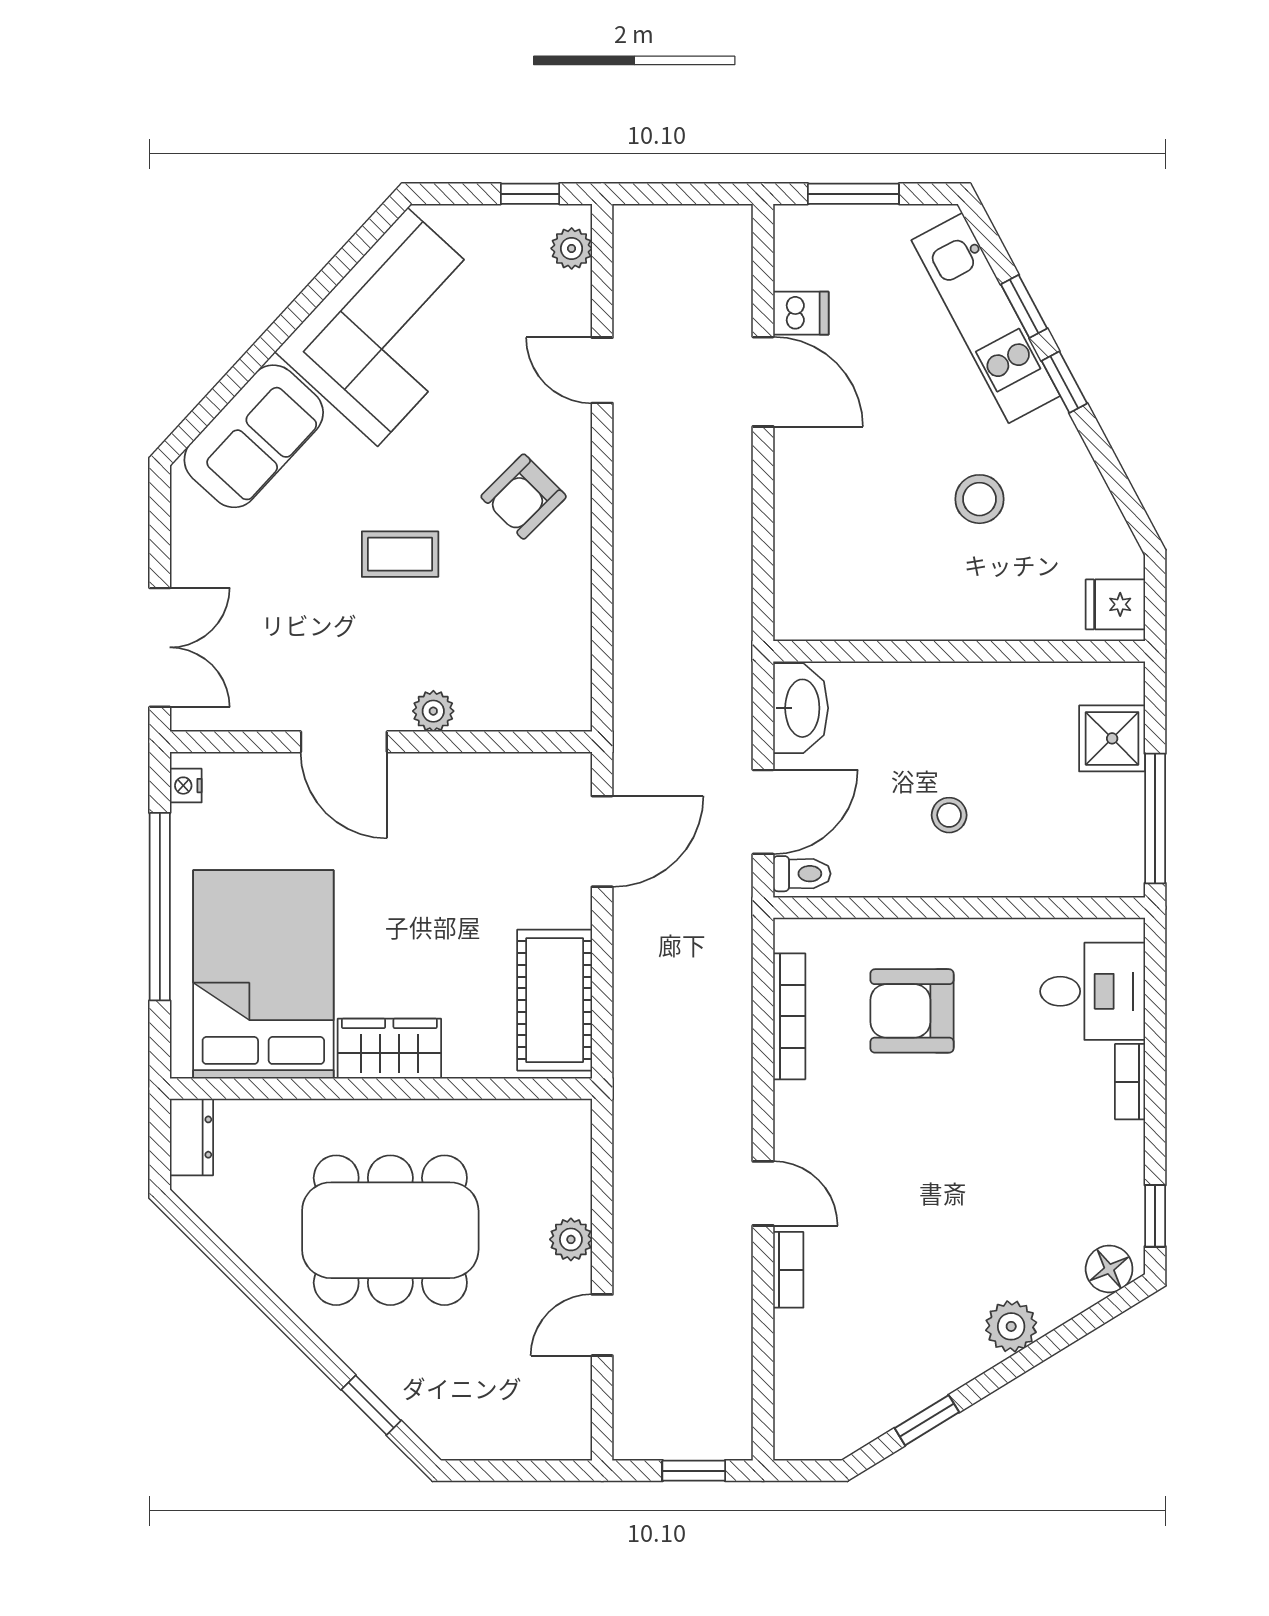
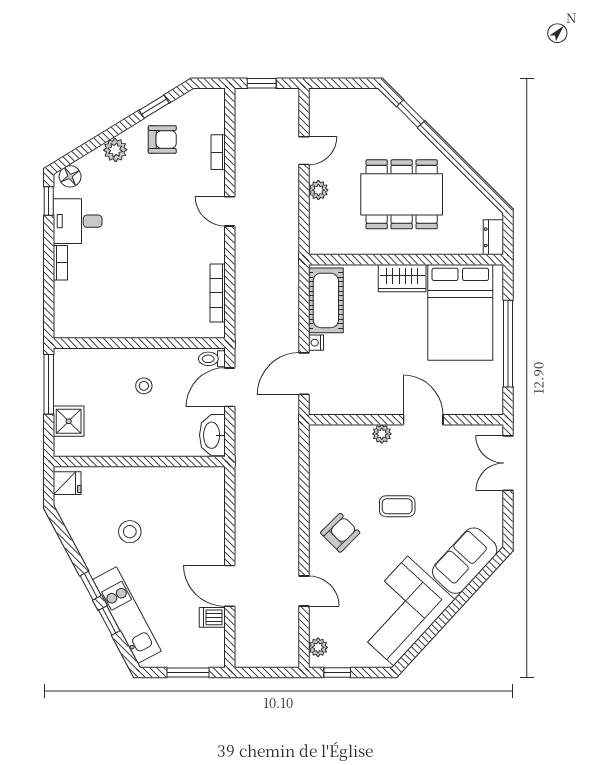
nightstand: (186, 786) -> (316, 343), moved, turned 180
desk: (1093, 991) -> (78, 221), moved
armchair: (912, 1011) -> (162, 139), moved, width x0.72, depth x0.72
bookcase: (788, 1270) -> (218, 152), moved

